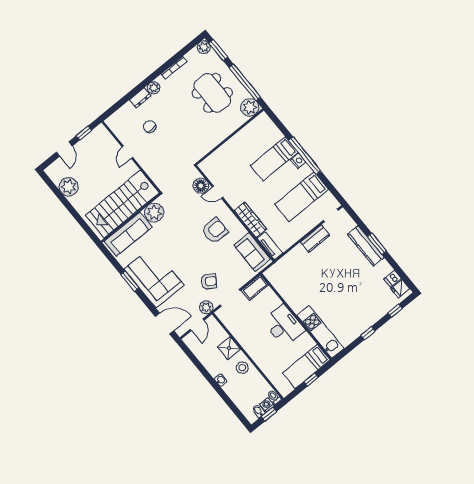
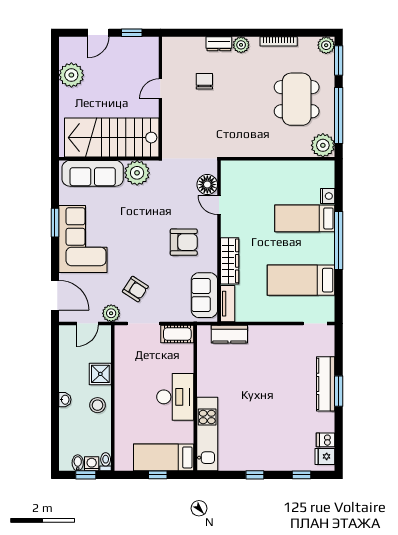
nightstand: (298, 161) -> (328, 196), moved
kitchen counter: (315, 239) -> (229, 334), moved

